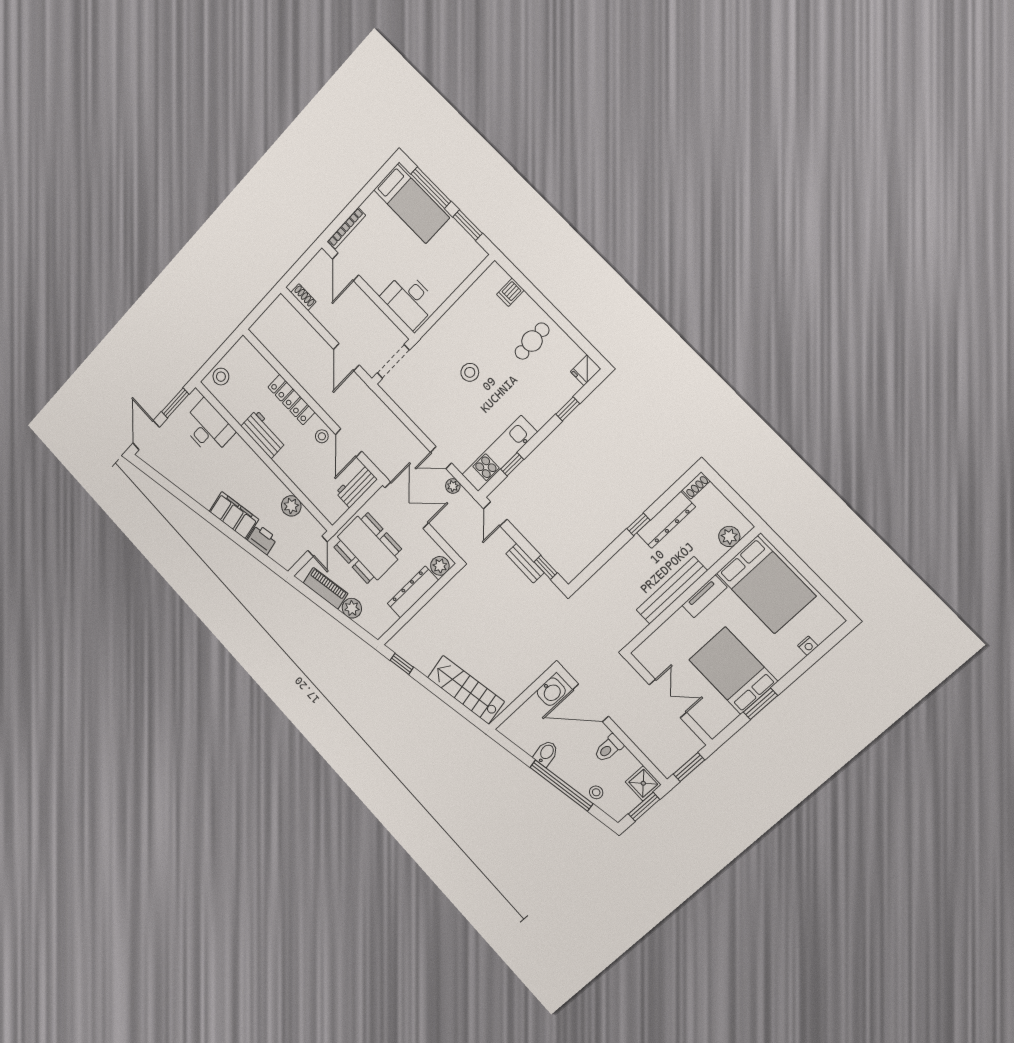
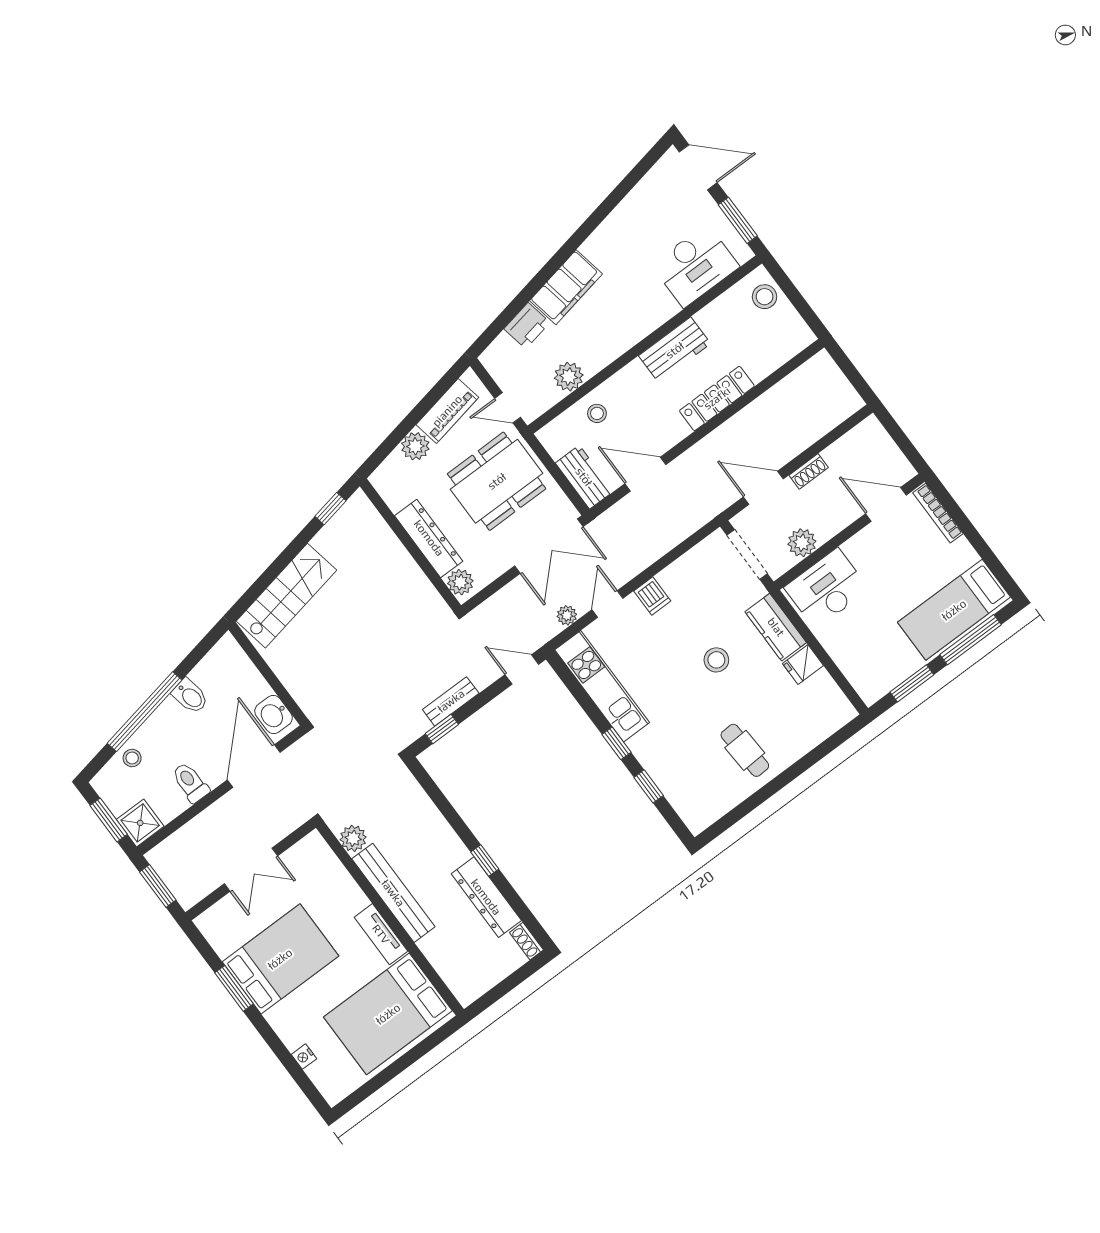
dishwasher: (510, 292) -> (652, 596), moved, turned 180
shoe rack: (303, 297) -> (809, 471), moved
plant: (380, 323) -> (802, 543), added
kitchen counter: (441, 333) -> (776, 627), added
fridge: (586, 370) -> (803, 664), moved, turned -90
stool: (322, 436) -> (597, 413), moved
window: (512, 464) -> (617, 743), moved
plant: (729, 536) -> (353, 838), moved

